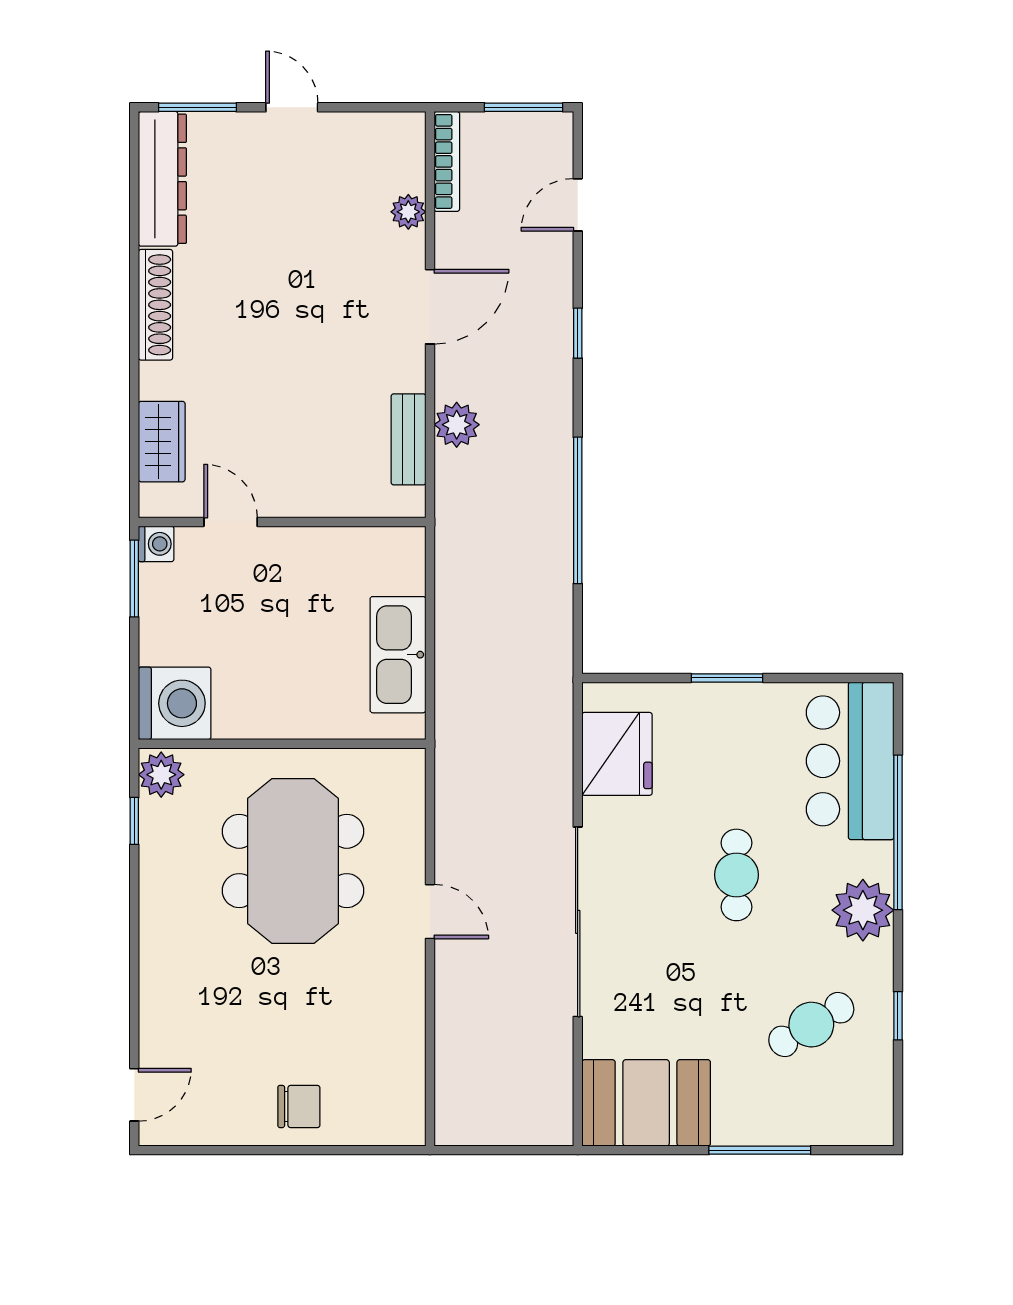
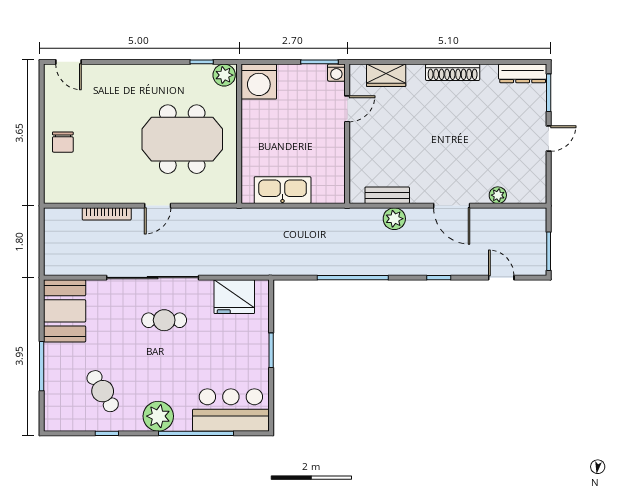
bookcase: (447, 161) -> (107, 214), moved
dresser: (162, 179) -> (523, 73), width x0.73, depth x0.80
cafe table: (736, 875) -> (164, 320), moved

